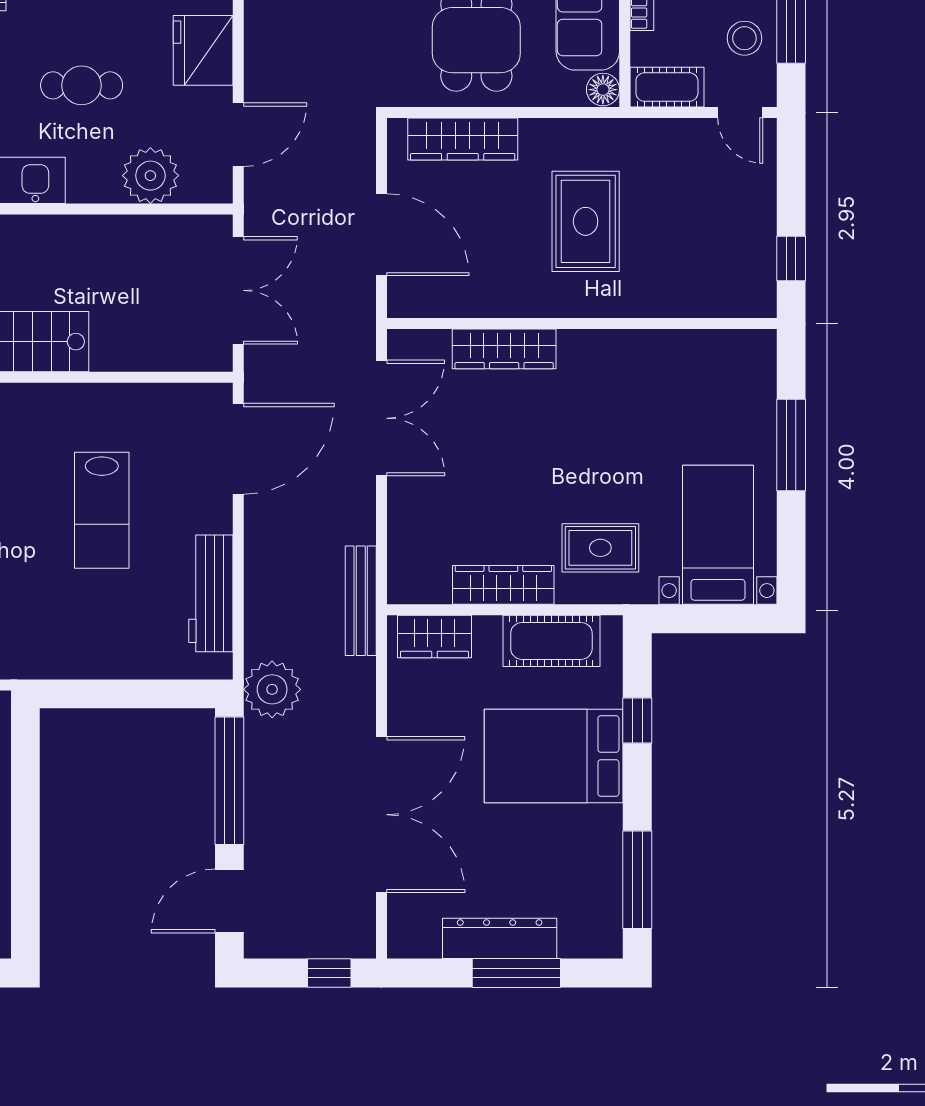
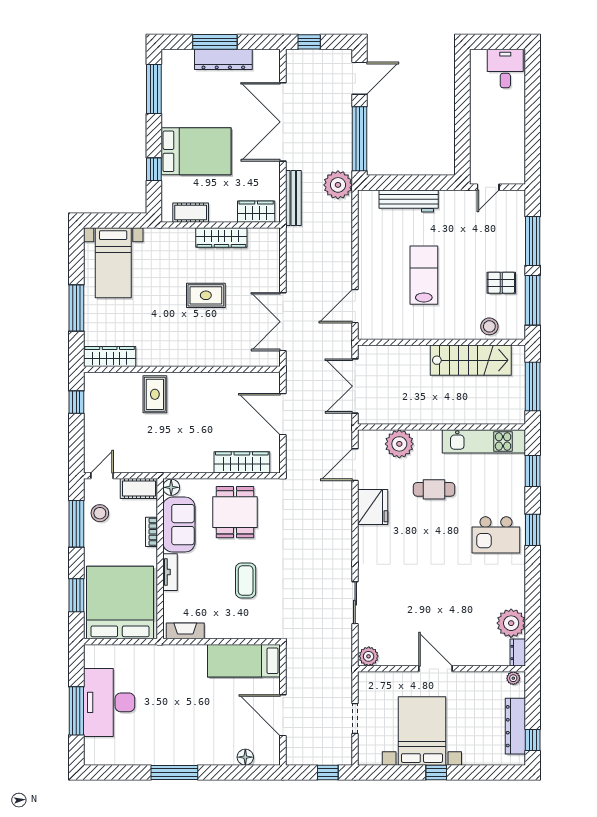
door: (740, 112) -> (102, 476), hinge flipped
rug: (586, 221) -> (155, 394), moved, width x0.73, depth x0.70
wardrobe: (504, 349) -> (110, 357), moved
door: (238, 449) -> (355, 306), width x0.73
rug: (600, 548) -> (206, 295), moved
workbench: (211, 593) -> (409, 201), moved, turned 90
bench: (361, 601) -> (293, 198), moved
cot: (551, 641) -> (191, 213), width x0.73, depth x0.75

